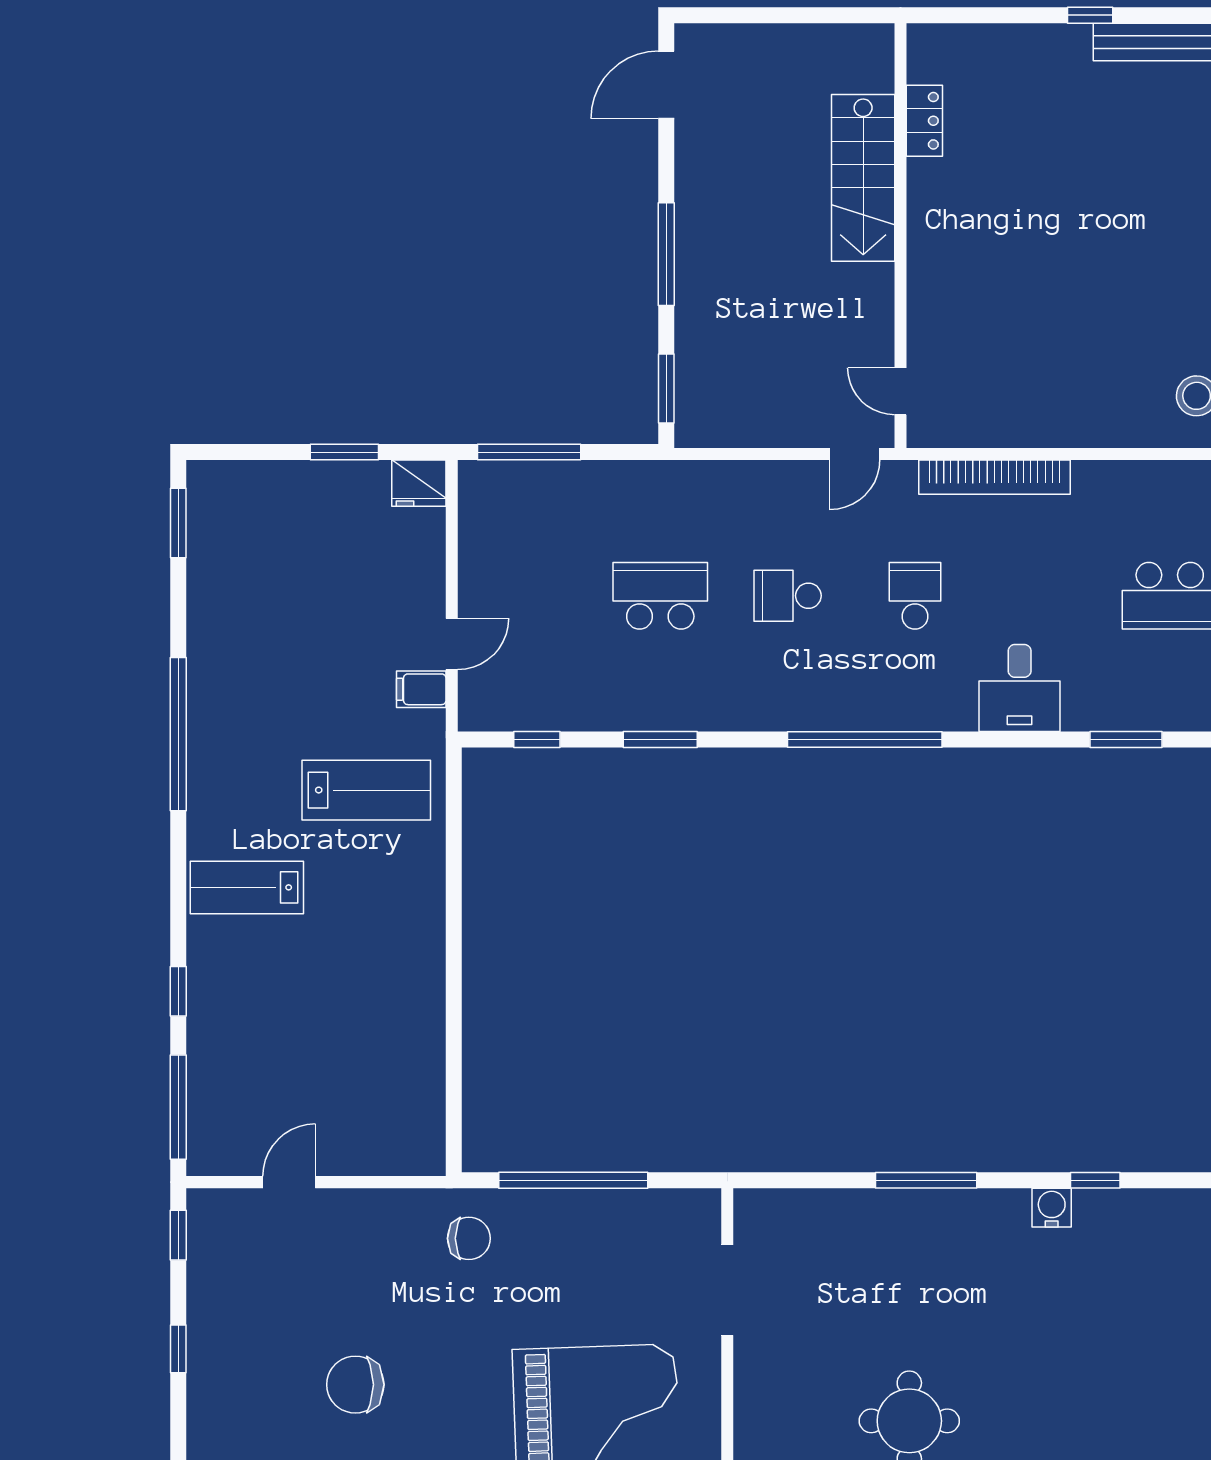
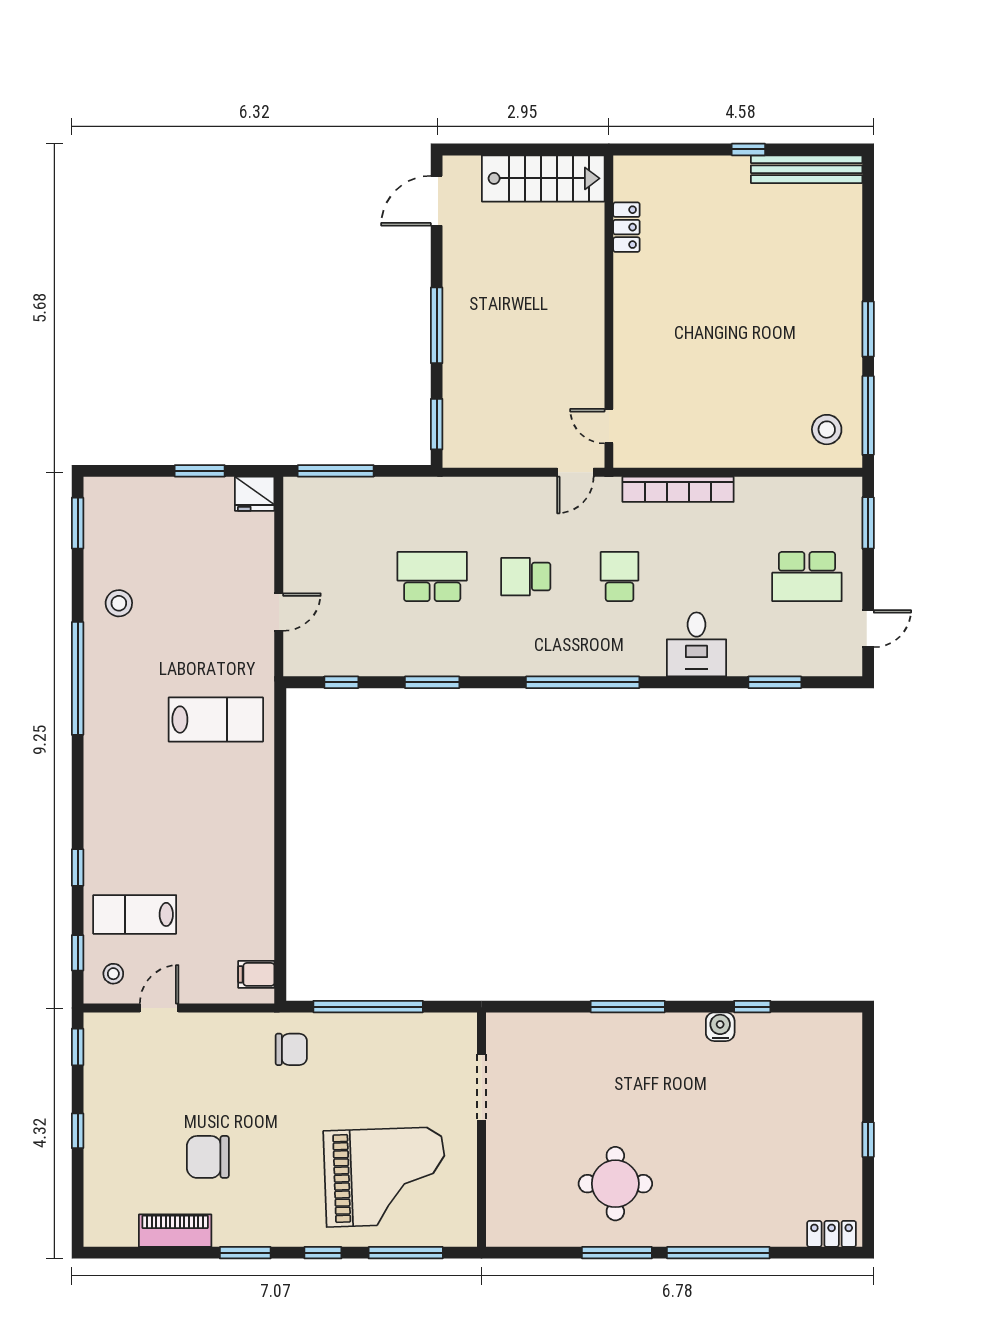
stairs: (863, 178) -> (543, 178), moved, turned -90
stool: (234, 632) -> (119, 603), added
filing cabinet: (421, 689) -> (256, 974), moved
lab bench: (247, 887) -> (135, 914), moved
window: (178, 1107) -> (78, 953), width x0.46
stool: (227, 1136) -> (113, 974), added

